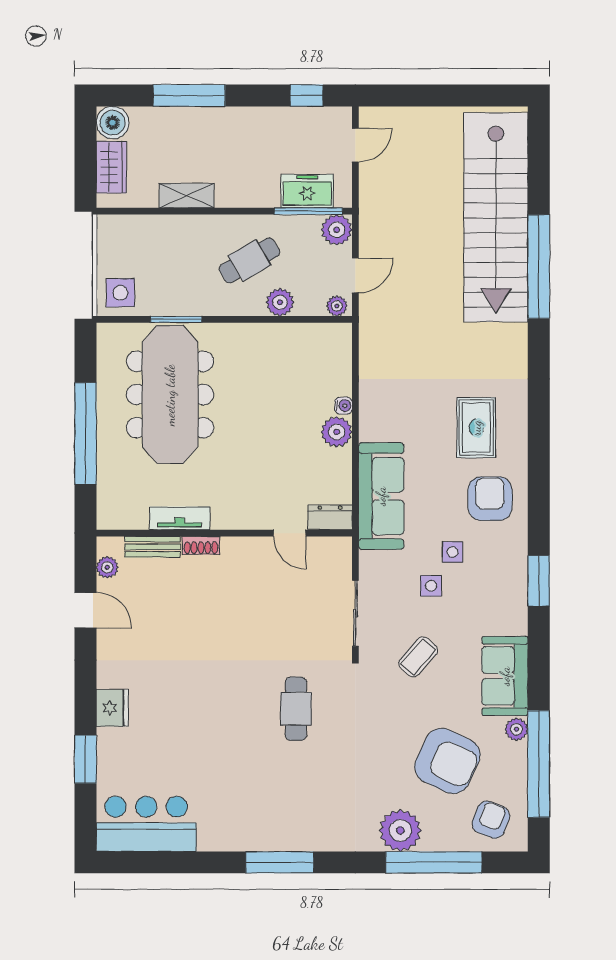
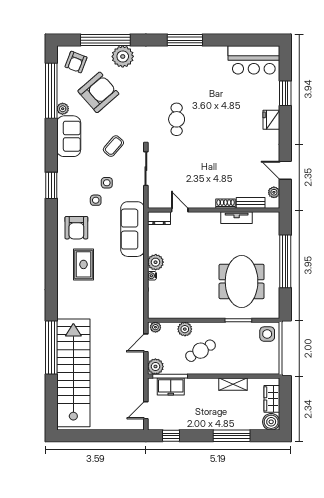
meeting table: (170, 395) -> (242, 281), width x0.73
armchair: (447, 761) -> (98, 92), turned 114

